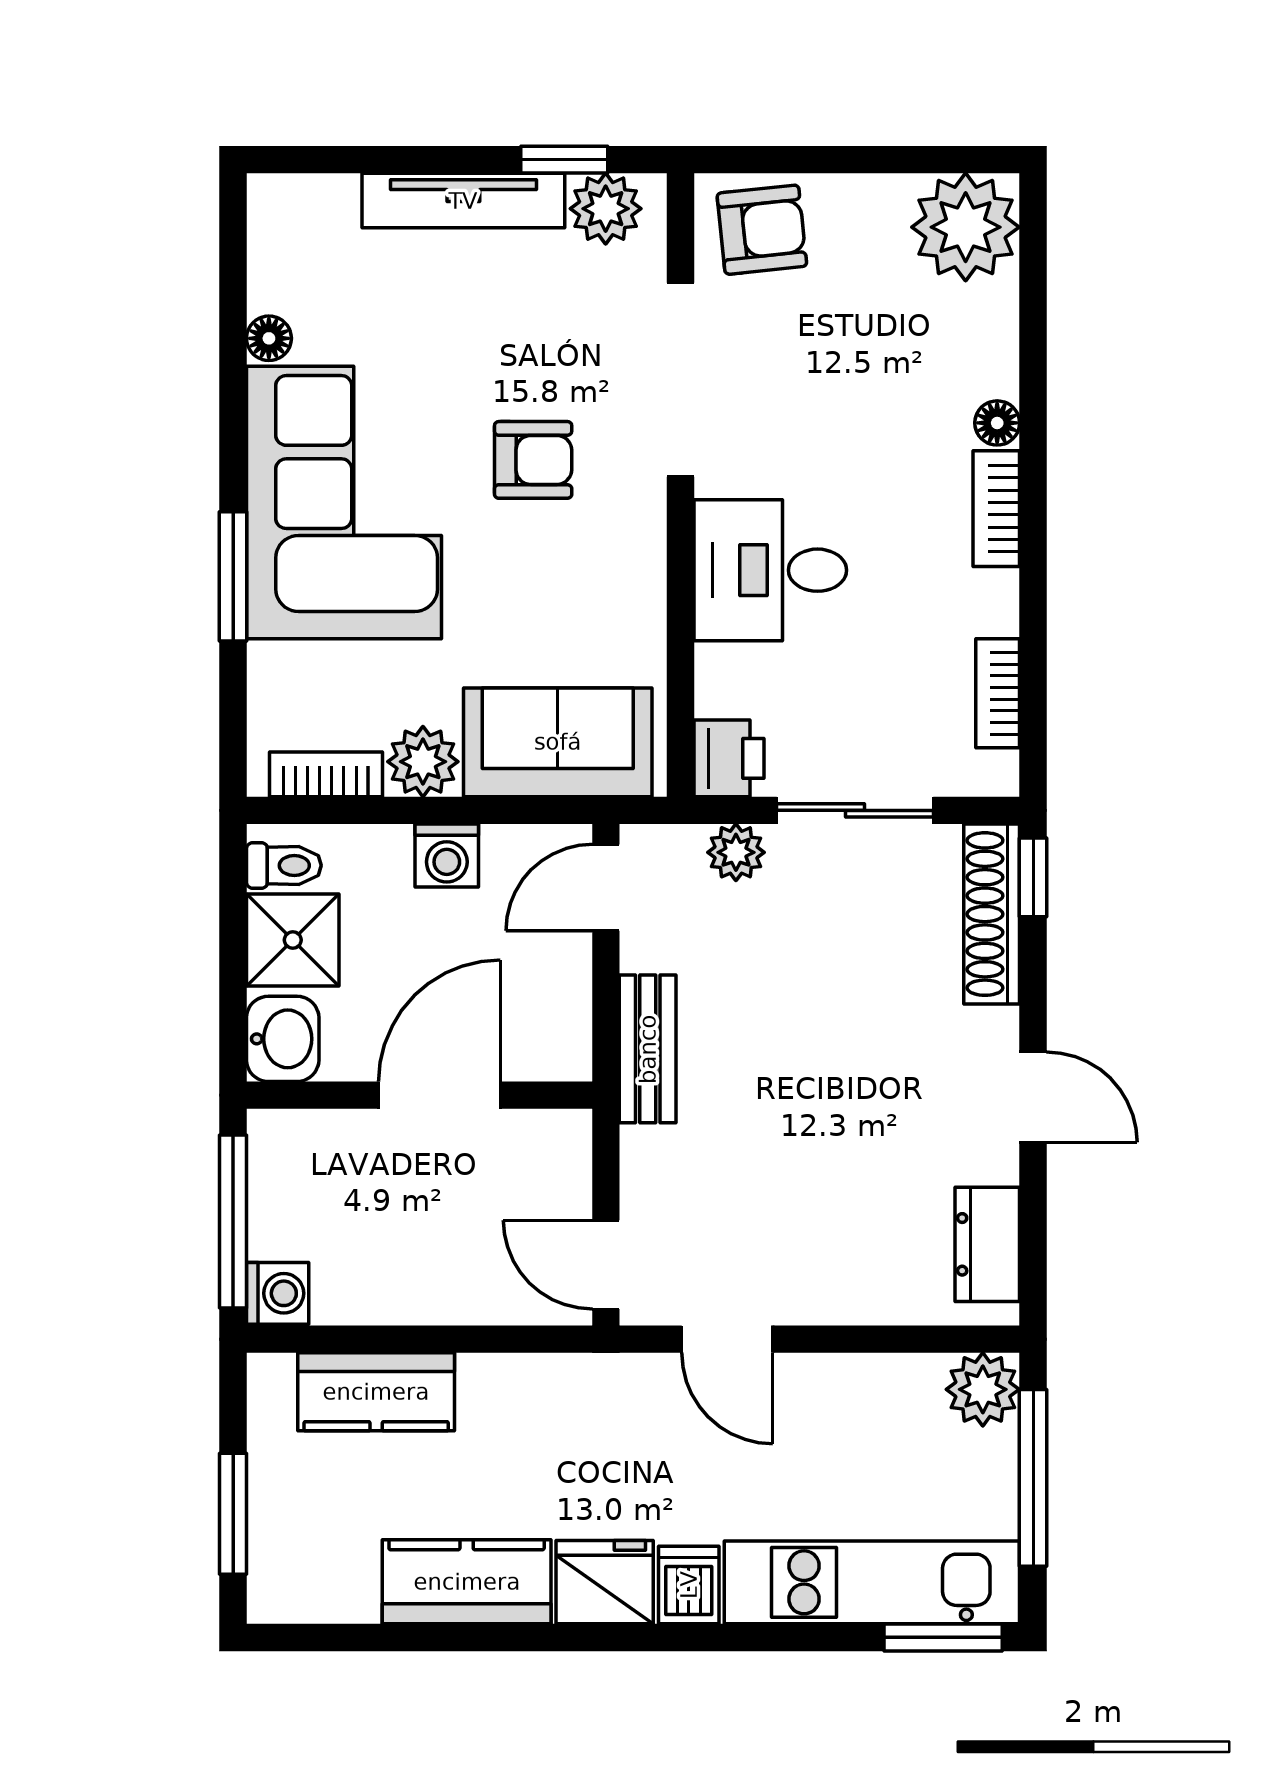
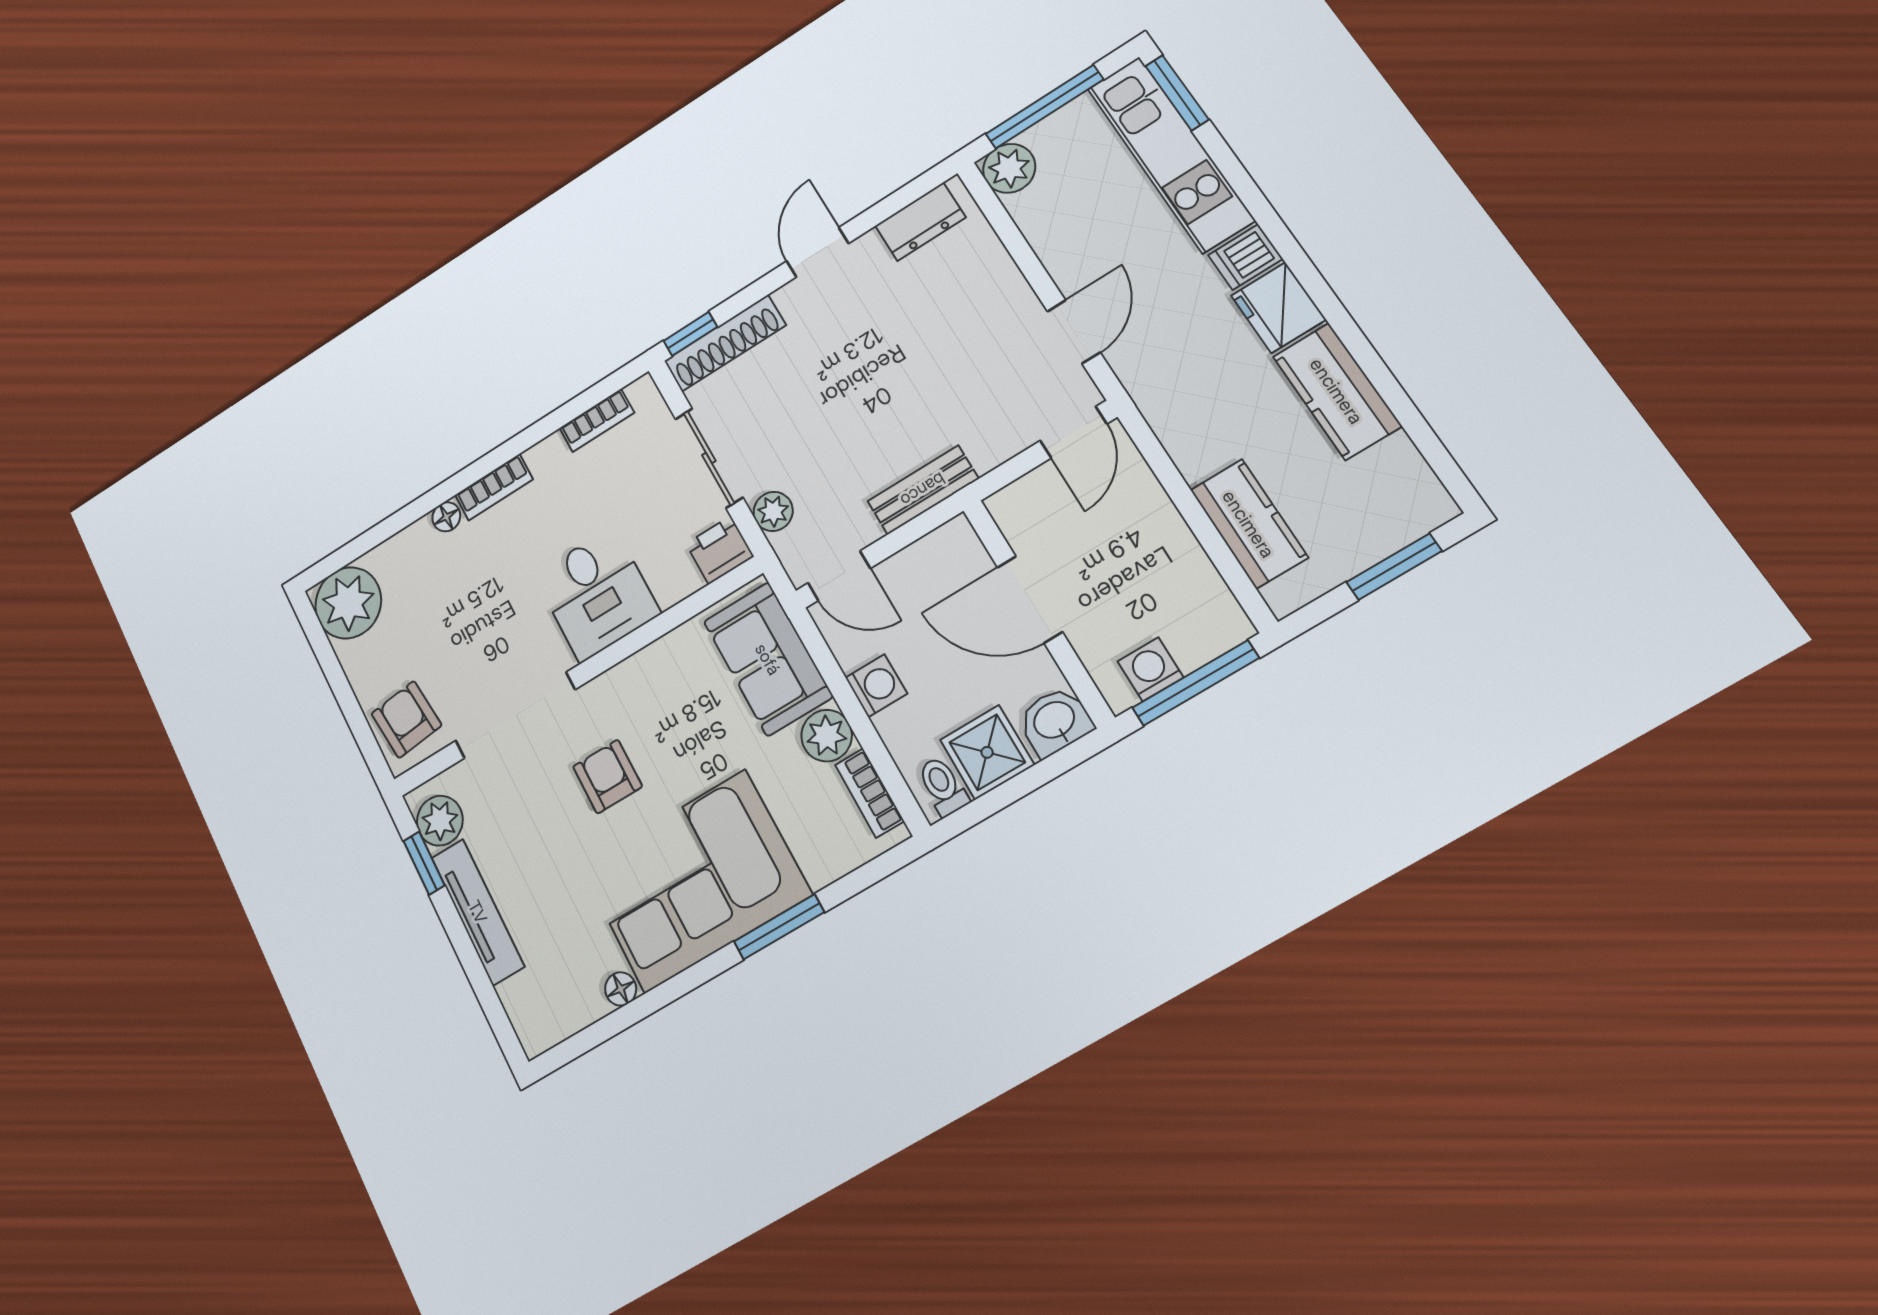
washing machine: (278, 1293) -> (1151, 669), moved

